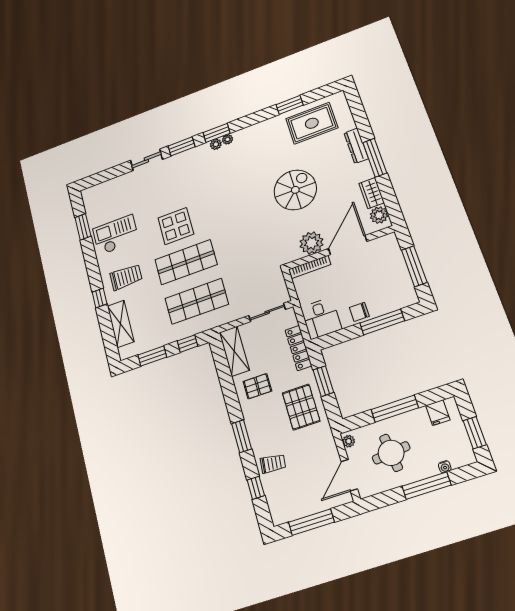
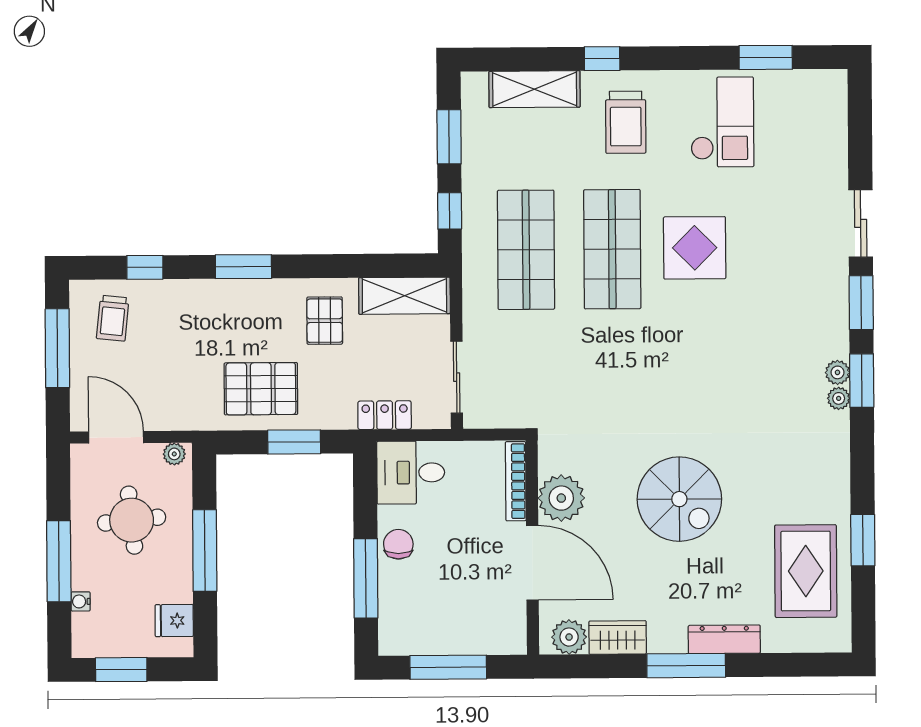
locker: (298, 348) -> (385, 415), width x0.66
trolley: (273, 464) -> (113, 318), moved

